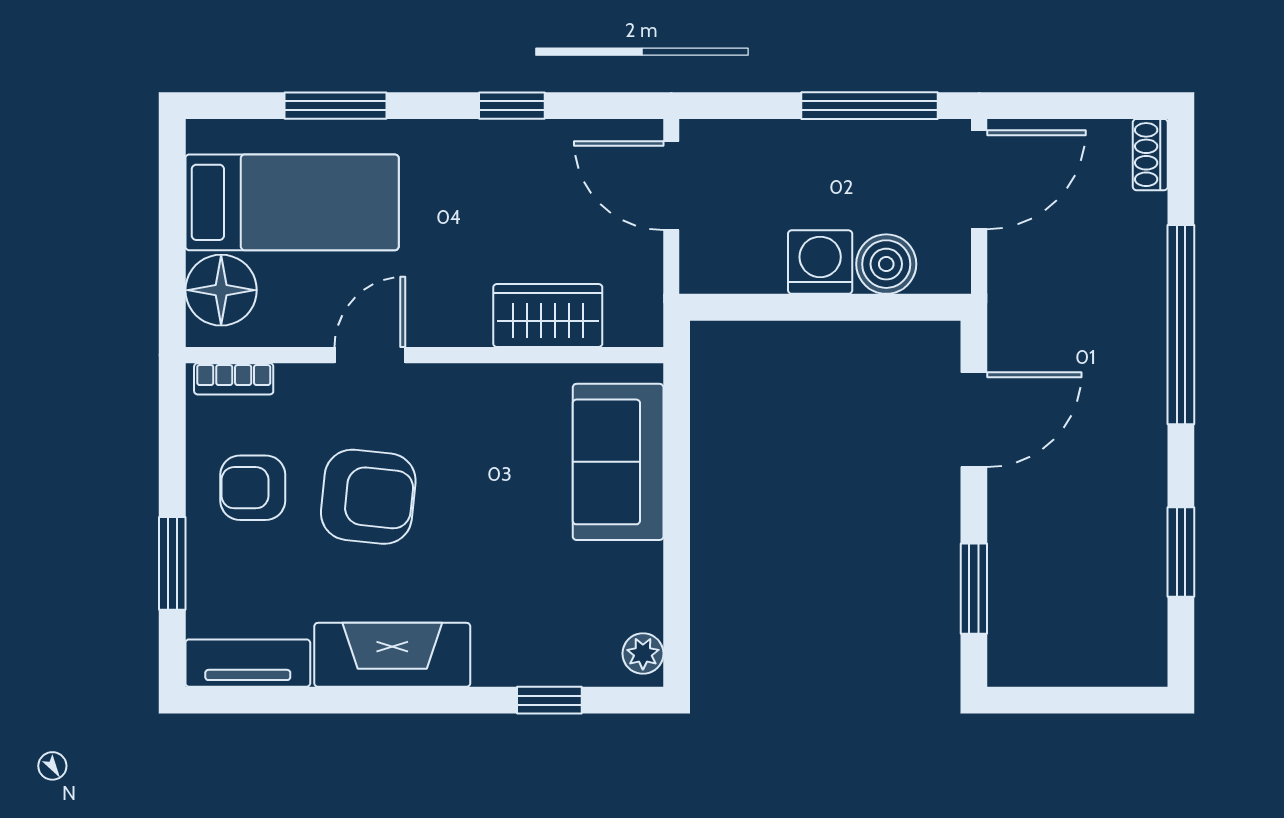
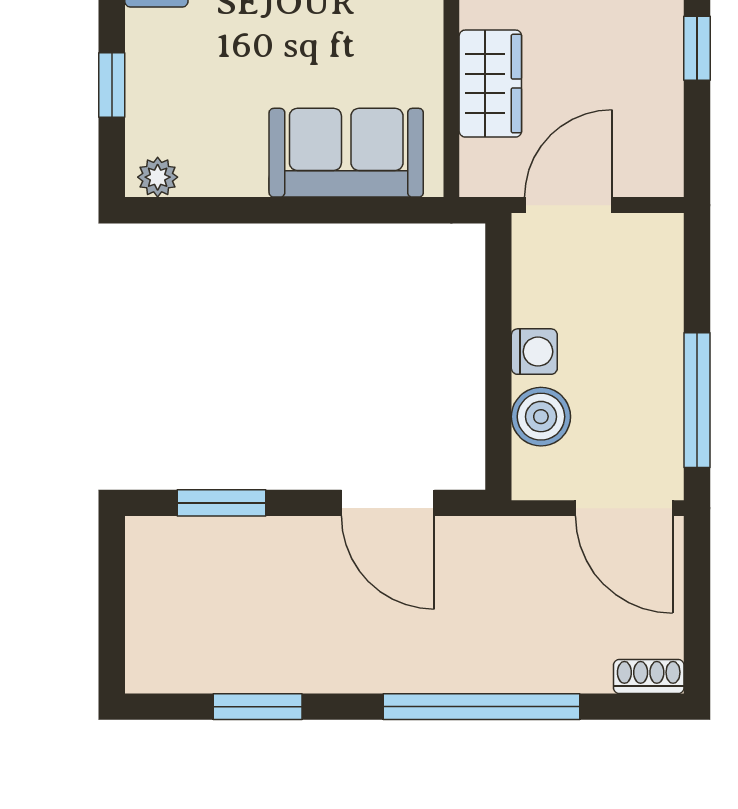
door: (671, 186) -> (569, 205), moved
washing machine: (820, 262) -> (534, 352), width x0.73, depth x0.73

